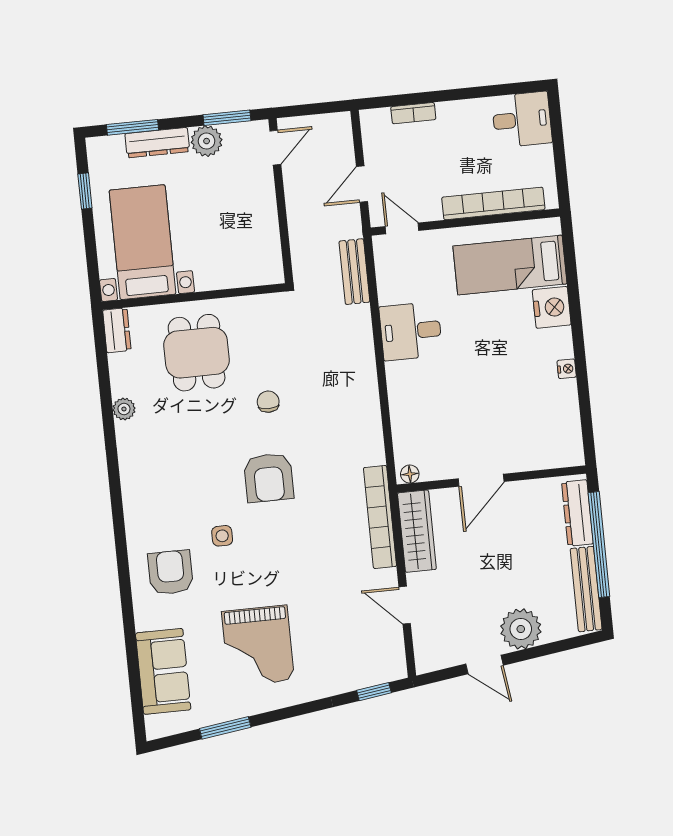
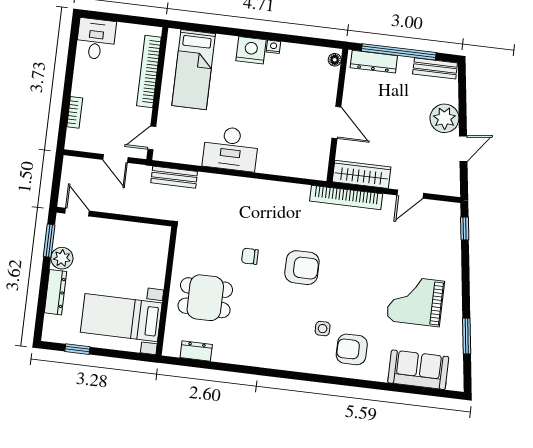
window: (133, 127) -> (41, 307), removed
nightstand: (552, 307) -> (251, 50), moved
dresser: (117, 330) -> (196, 351), moved
desk: (411, 331) -> (231, 149), width x1.37
plant: (124, 409) -> (233, 356), removed
floor lamp: (410, 474) -> (335, 60), moved
side table: (222, 536) -> (323, 329), moved
bench: (586, 589) -> (435, 68), width x0.73
grand piano: (258, 646) -> (415, 301), turned 180

